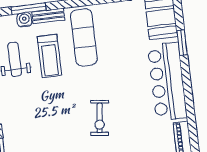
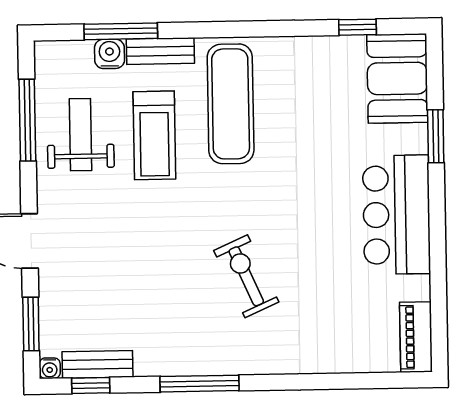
bar counter: (167, 82) -> (397, 215), width x0.73
exercise bike: (100, 118) -> (246, 276), turned 149

